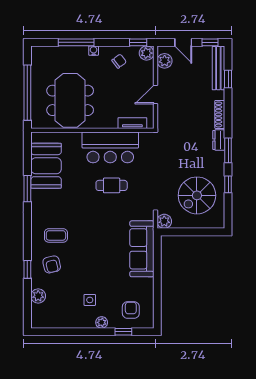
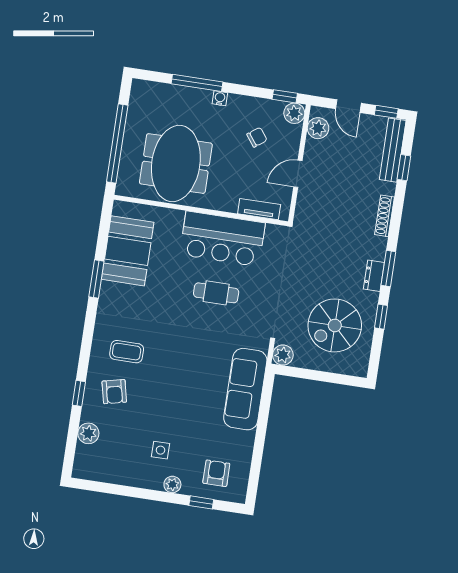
chair: (119, 61) -> (257, 137), moved
dresser: (219, 140) -> (374, 276), moved

